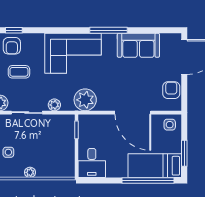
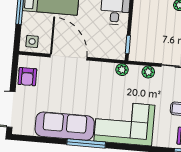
sofa: (138, 45) -> (65, 126), width x1.36
plant: (85, 100) -> (122, 70), width x0.53, depth x0.53

